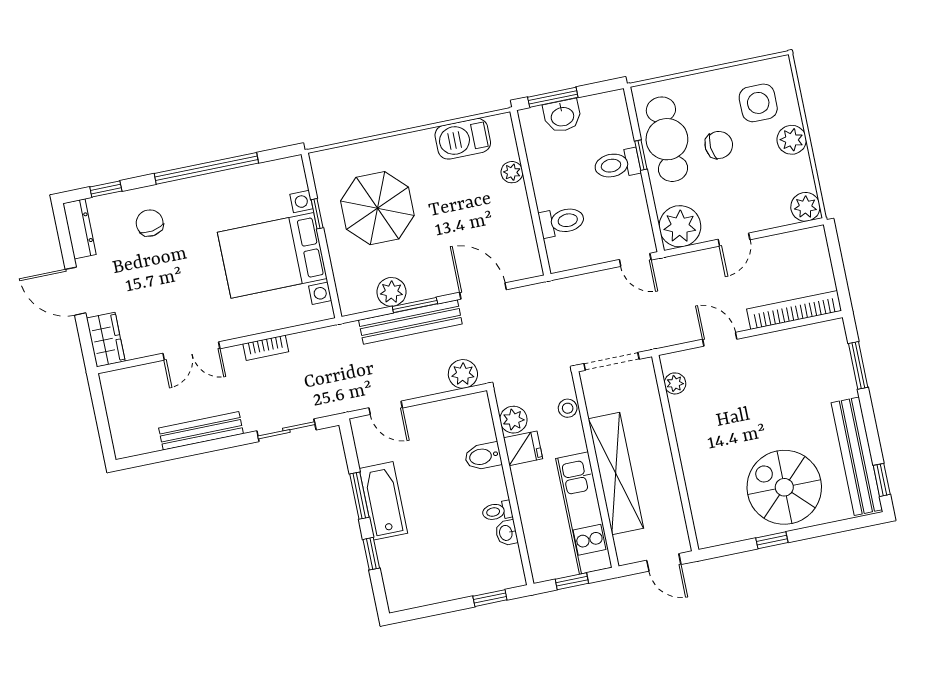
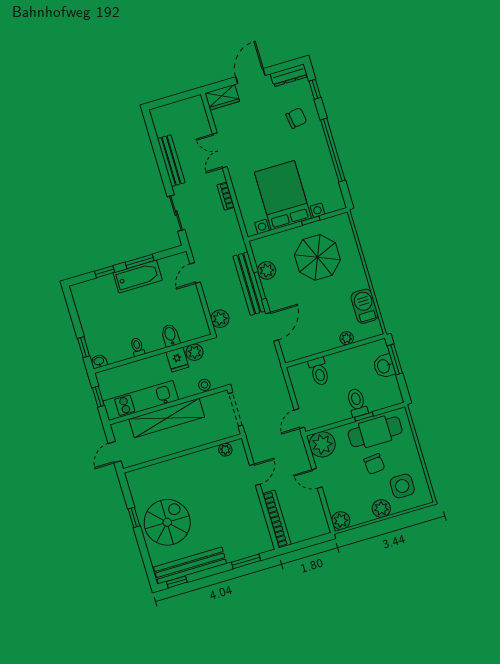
washbasin: (506, 533) -> (99, 361), moved

